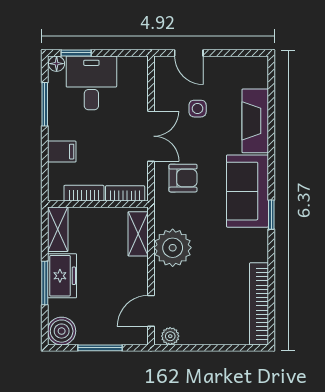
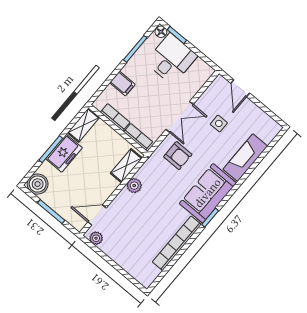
plant: (173, 248) -> (134, 186), width x0.53, depth x0.53
bookcase: (259, 304) -> (177, 243), moved

